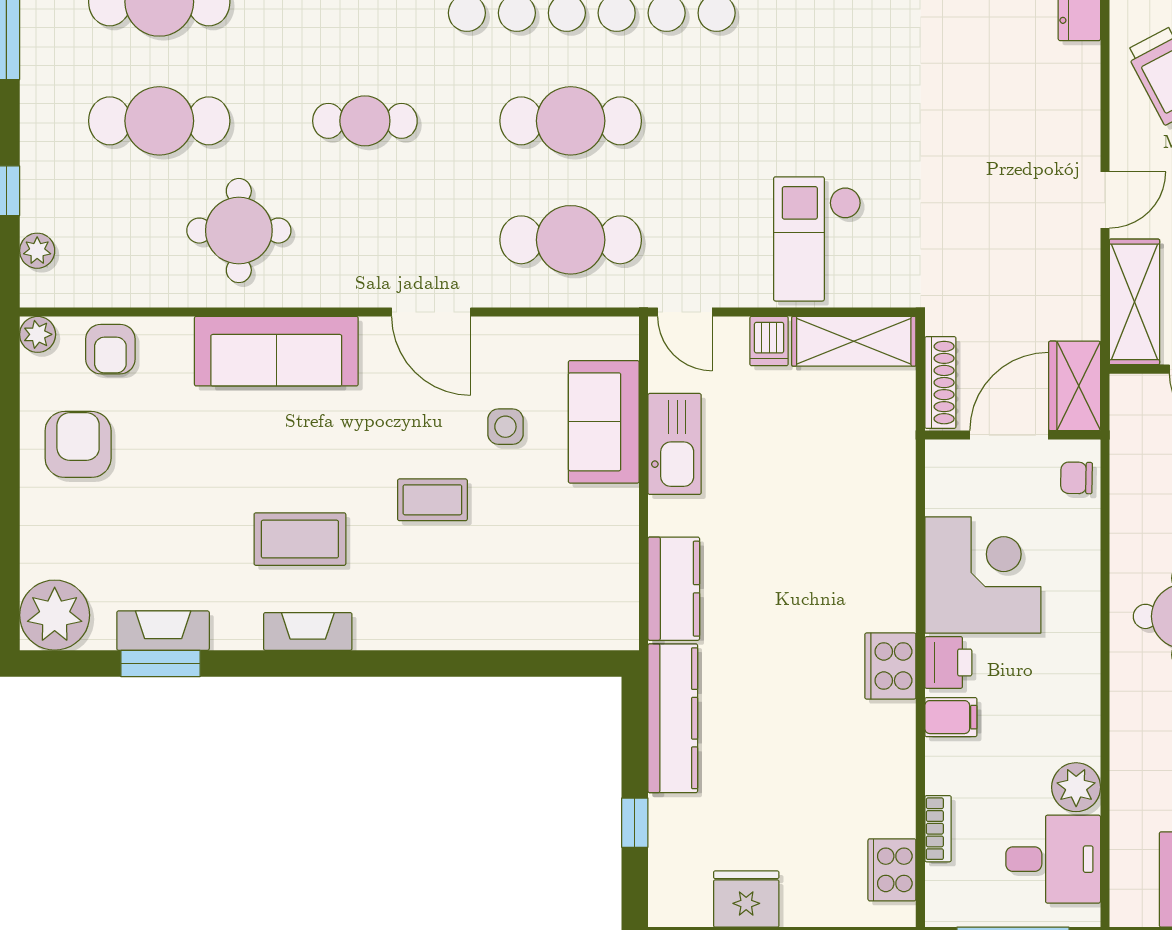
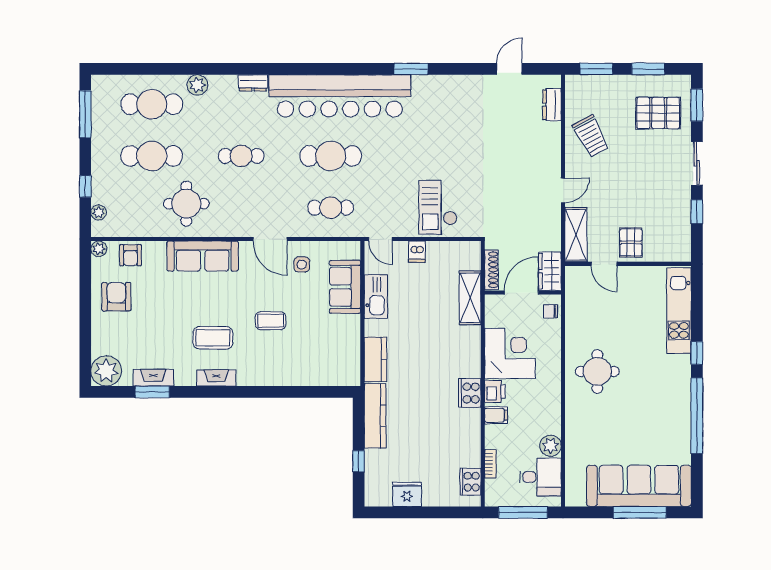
cafe table: (571, 240) -> (331, 208), width x0.73, depth x0.74
shelving: (854, 341) -> (470, 298), moved, turned 90
side table: (505, 427) -> (302, 265), moved

